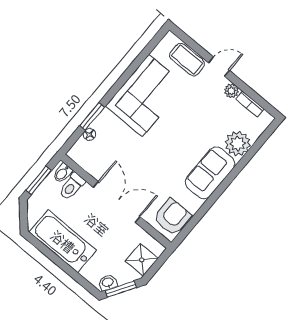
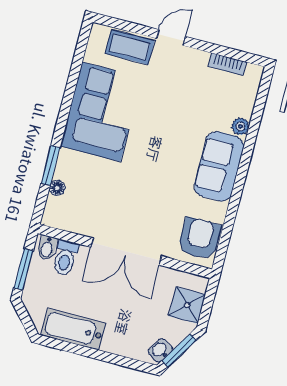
plant: (231, 91) -> (199, 59), removed
plant: (238, 144) -> (240, 126), width x0.53, depth x0.53
double door: (117, 202) -> (126, 252), swing flipped
bathtub: (63, 241) -> (73, 329), width x0.73, depth x0.73

